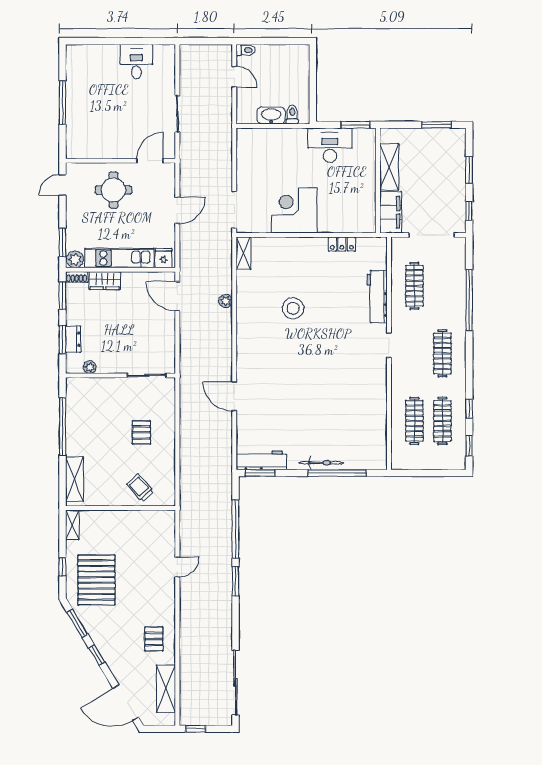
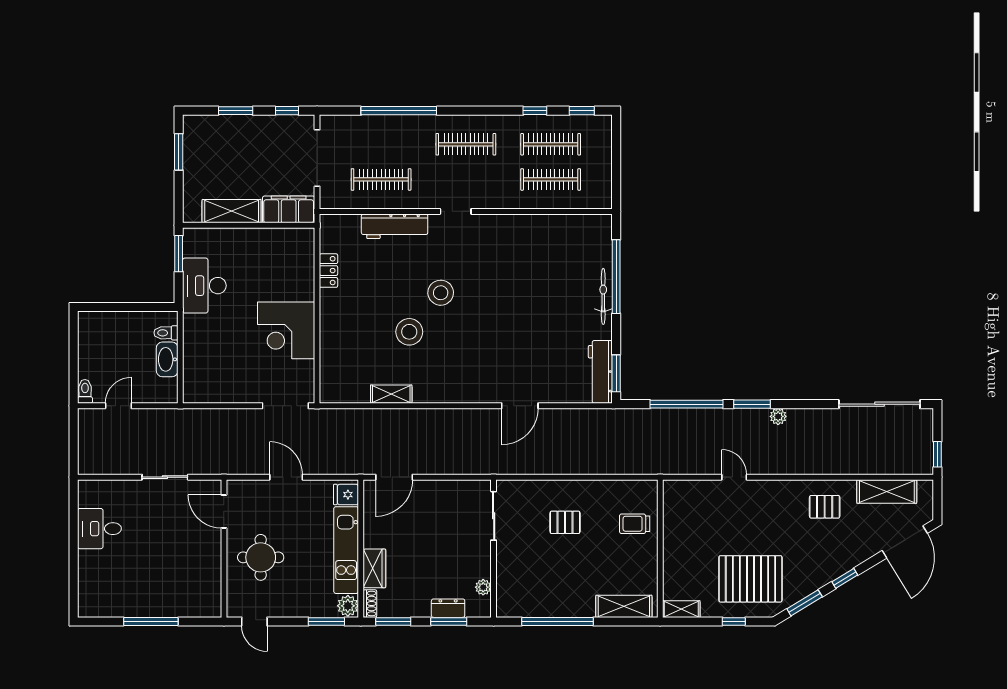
shelving: (243, 253) -> (391, 394), moved
plant: (226, 301) -> (778, 416), moved
stool: (324, 333) -> (441, 293), added
trolley: (140, 488) -> (635, 524), turned 42

